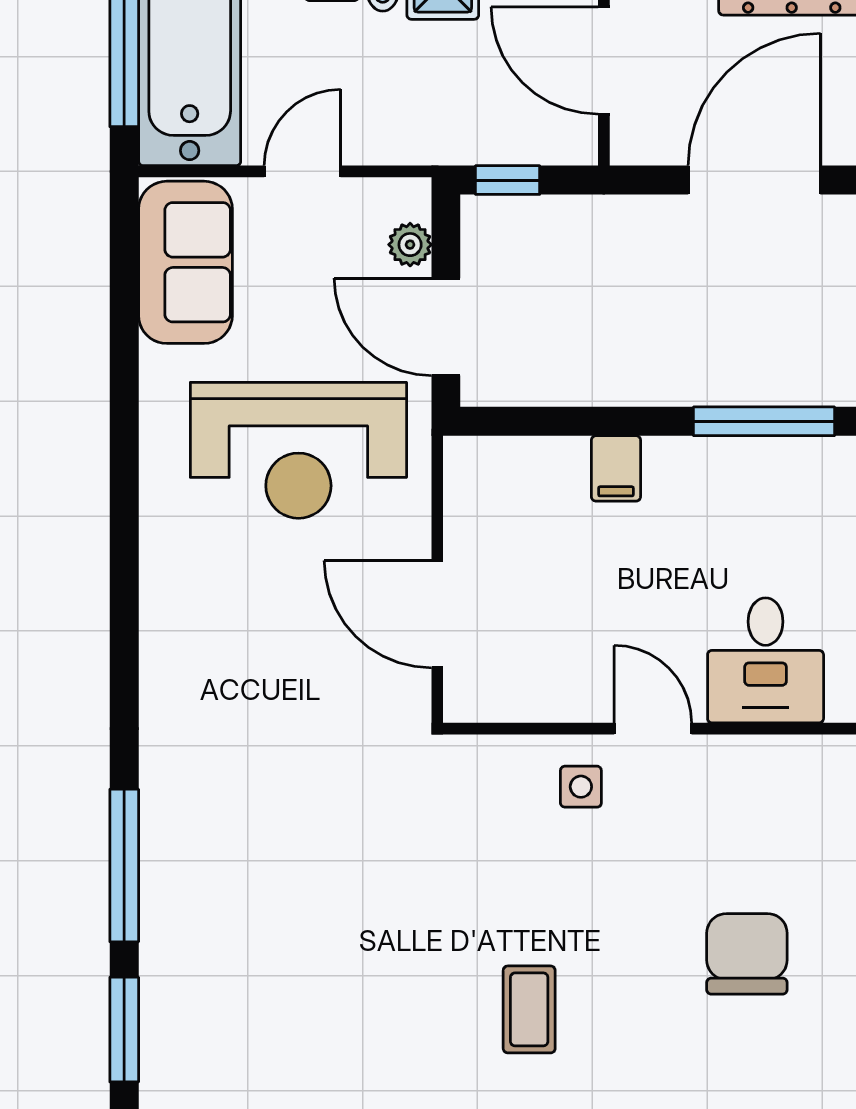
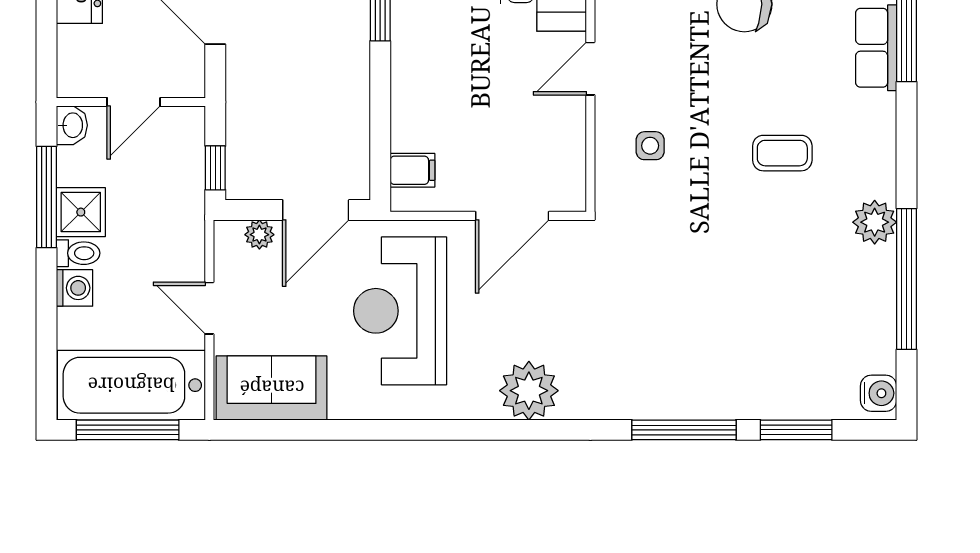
door: (604, 61) -> (134, 102), width x0.73
reception desk: (298, 450) -> (400, 311), turned 180
filing cabinet: (616, 468) -> (412, 170), moved
plant: (182, 639) -> (529, 391), added
side table: (581, 787) -> (650, 146), moved

